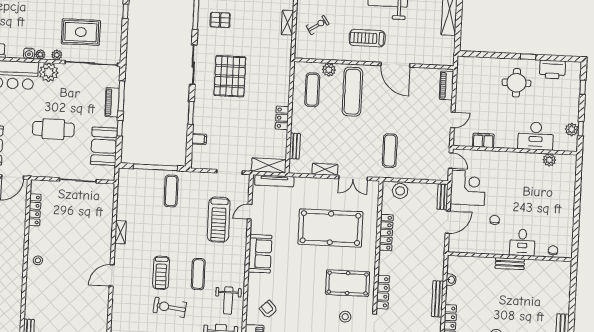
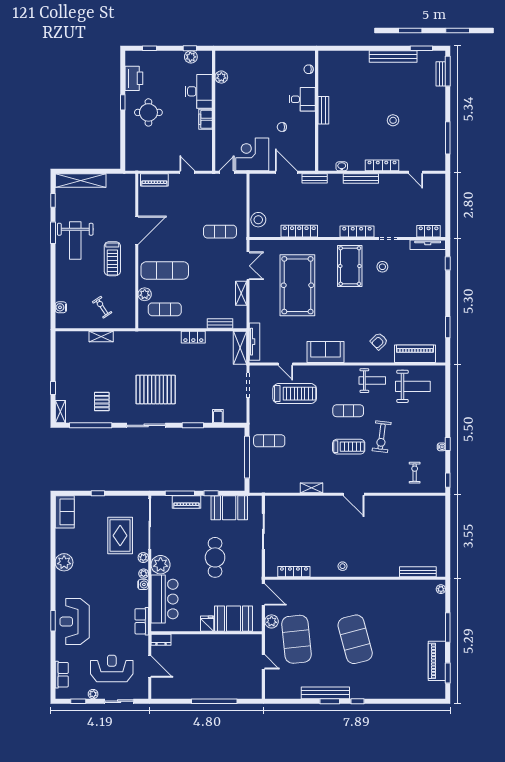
filing cabinet: (483, 140) -> (206, 119), moved
bench: (443, 197) -> (315, 178), moved

